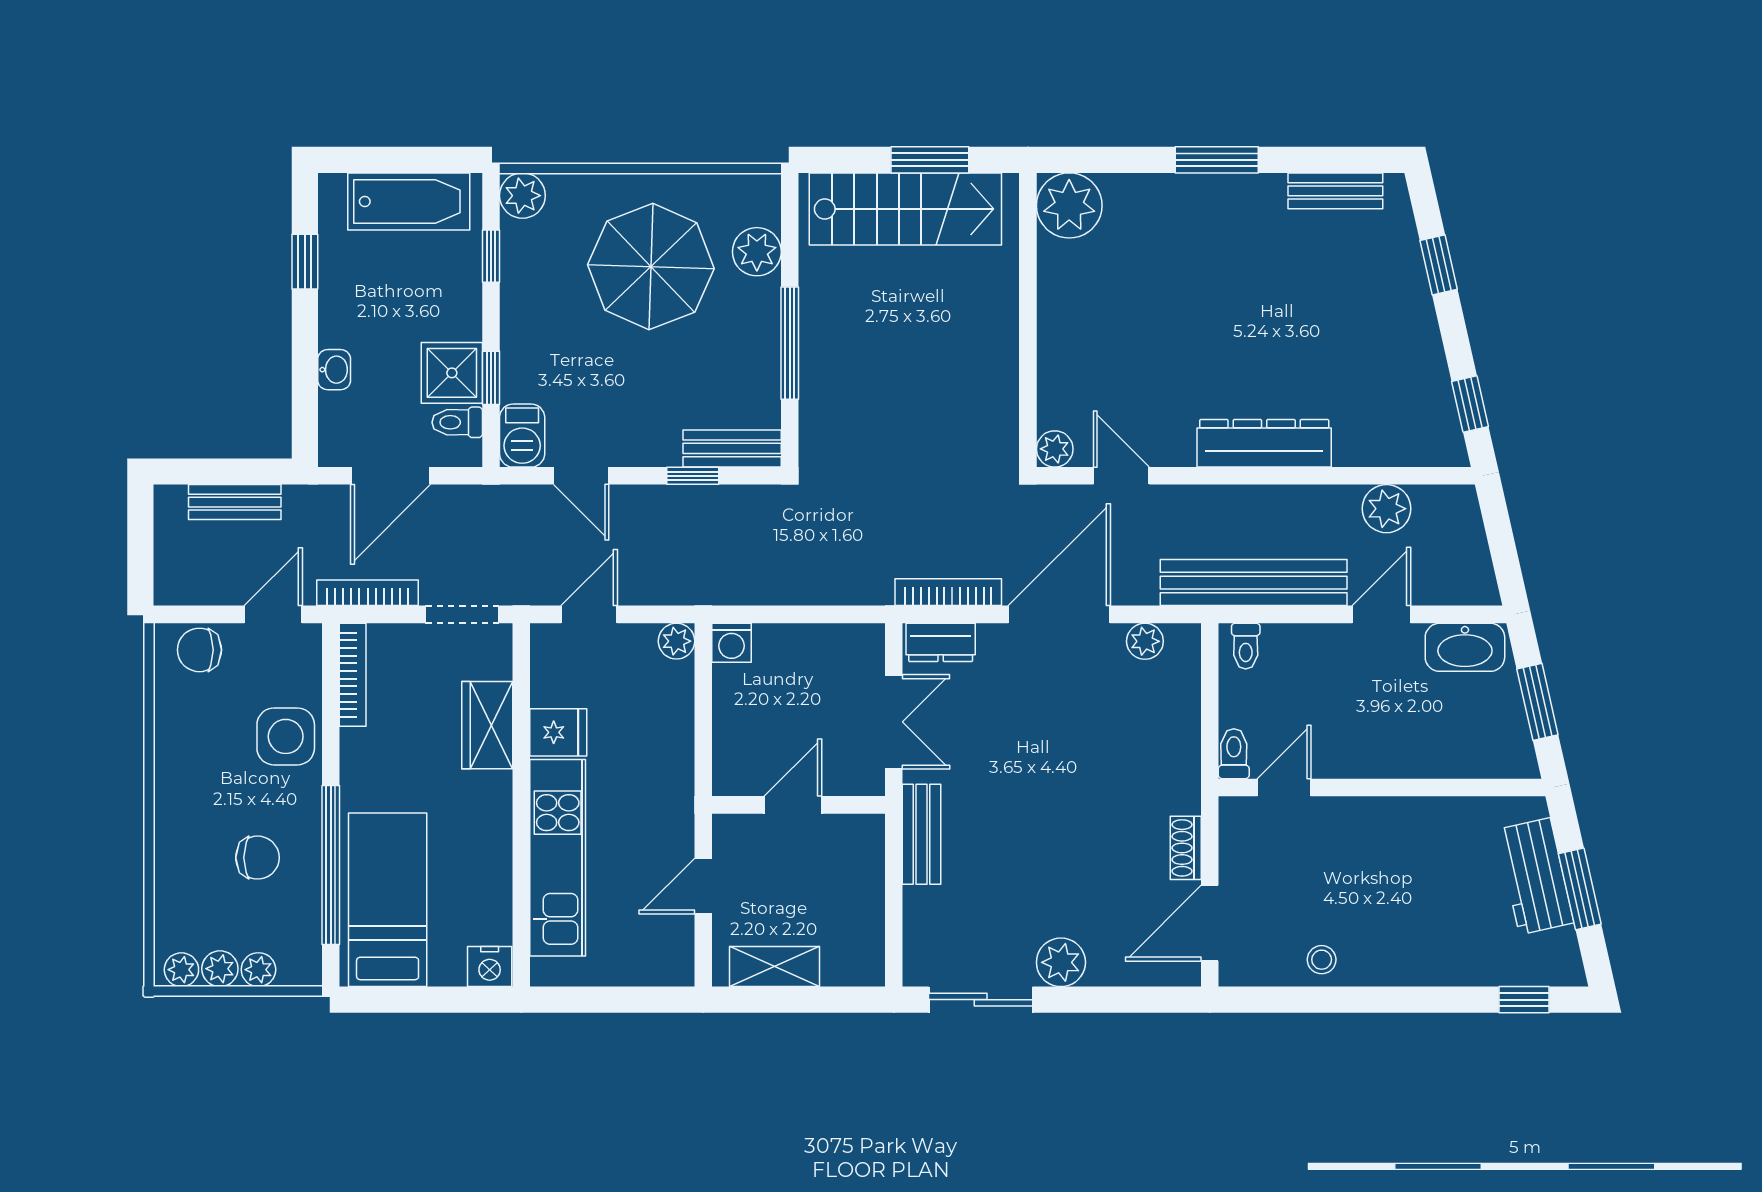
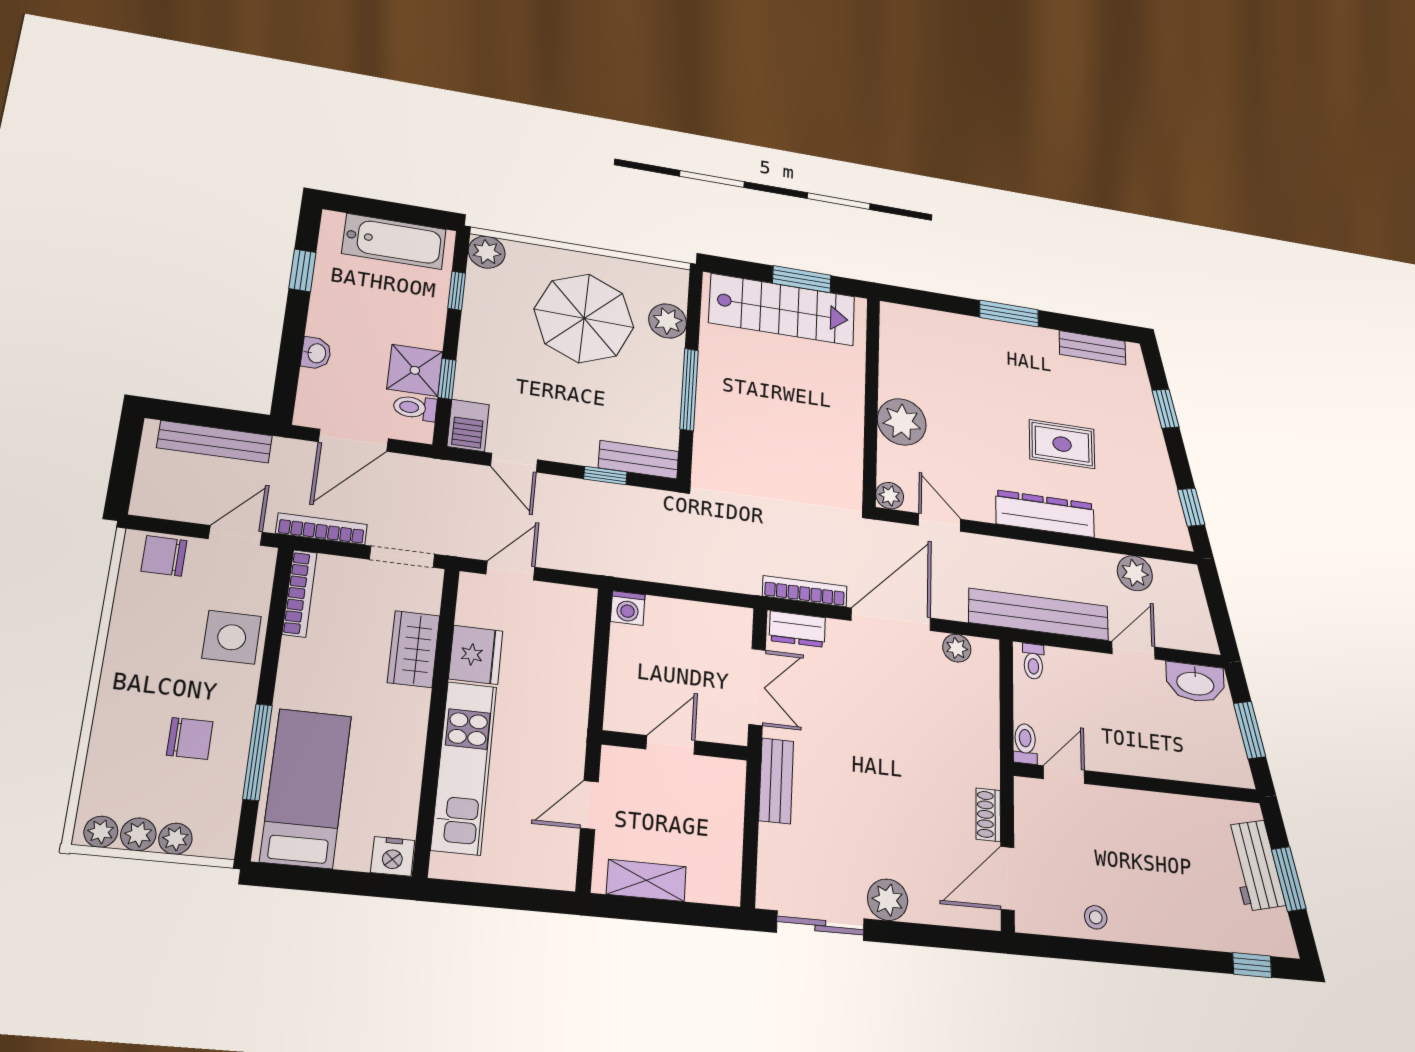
plant: (1069, 205) -> (902, 422), moved
rug: (1289, 341) -> (1062, 444), added
bench: (235, 502) -> (215, 442), width x1.36
plant: (676, 641) -> (582, 601), removed
fridge: (558, 732) -> (476, 655), width x1.38
window: (331, 865) -> (257, 752), width x0.68

